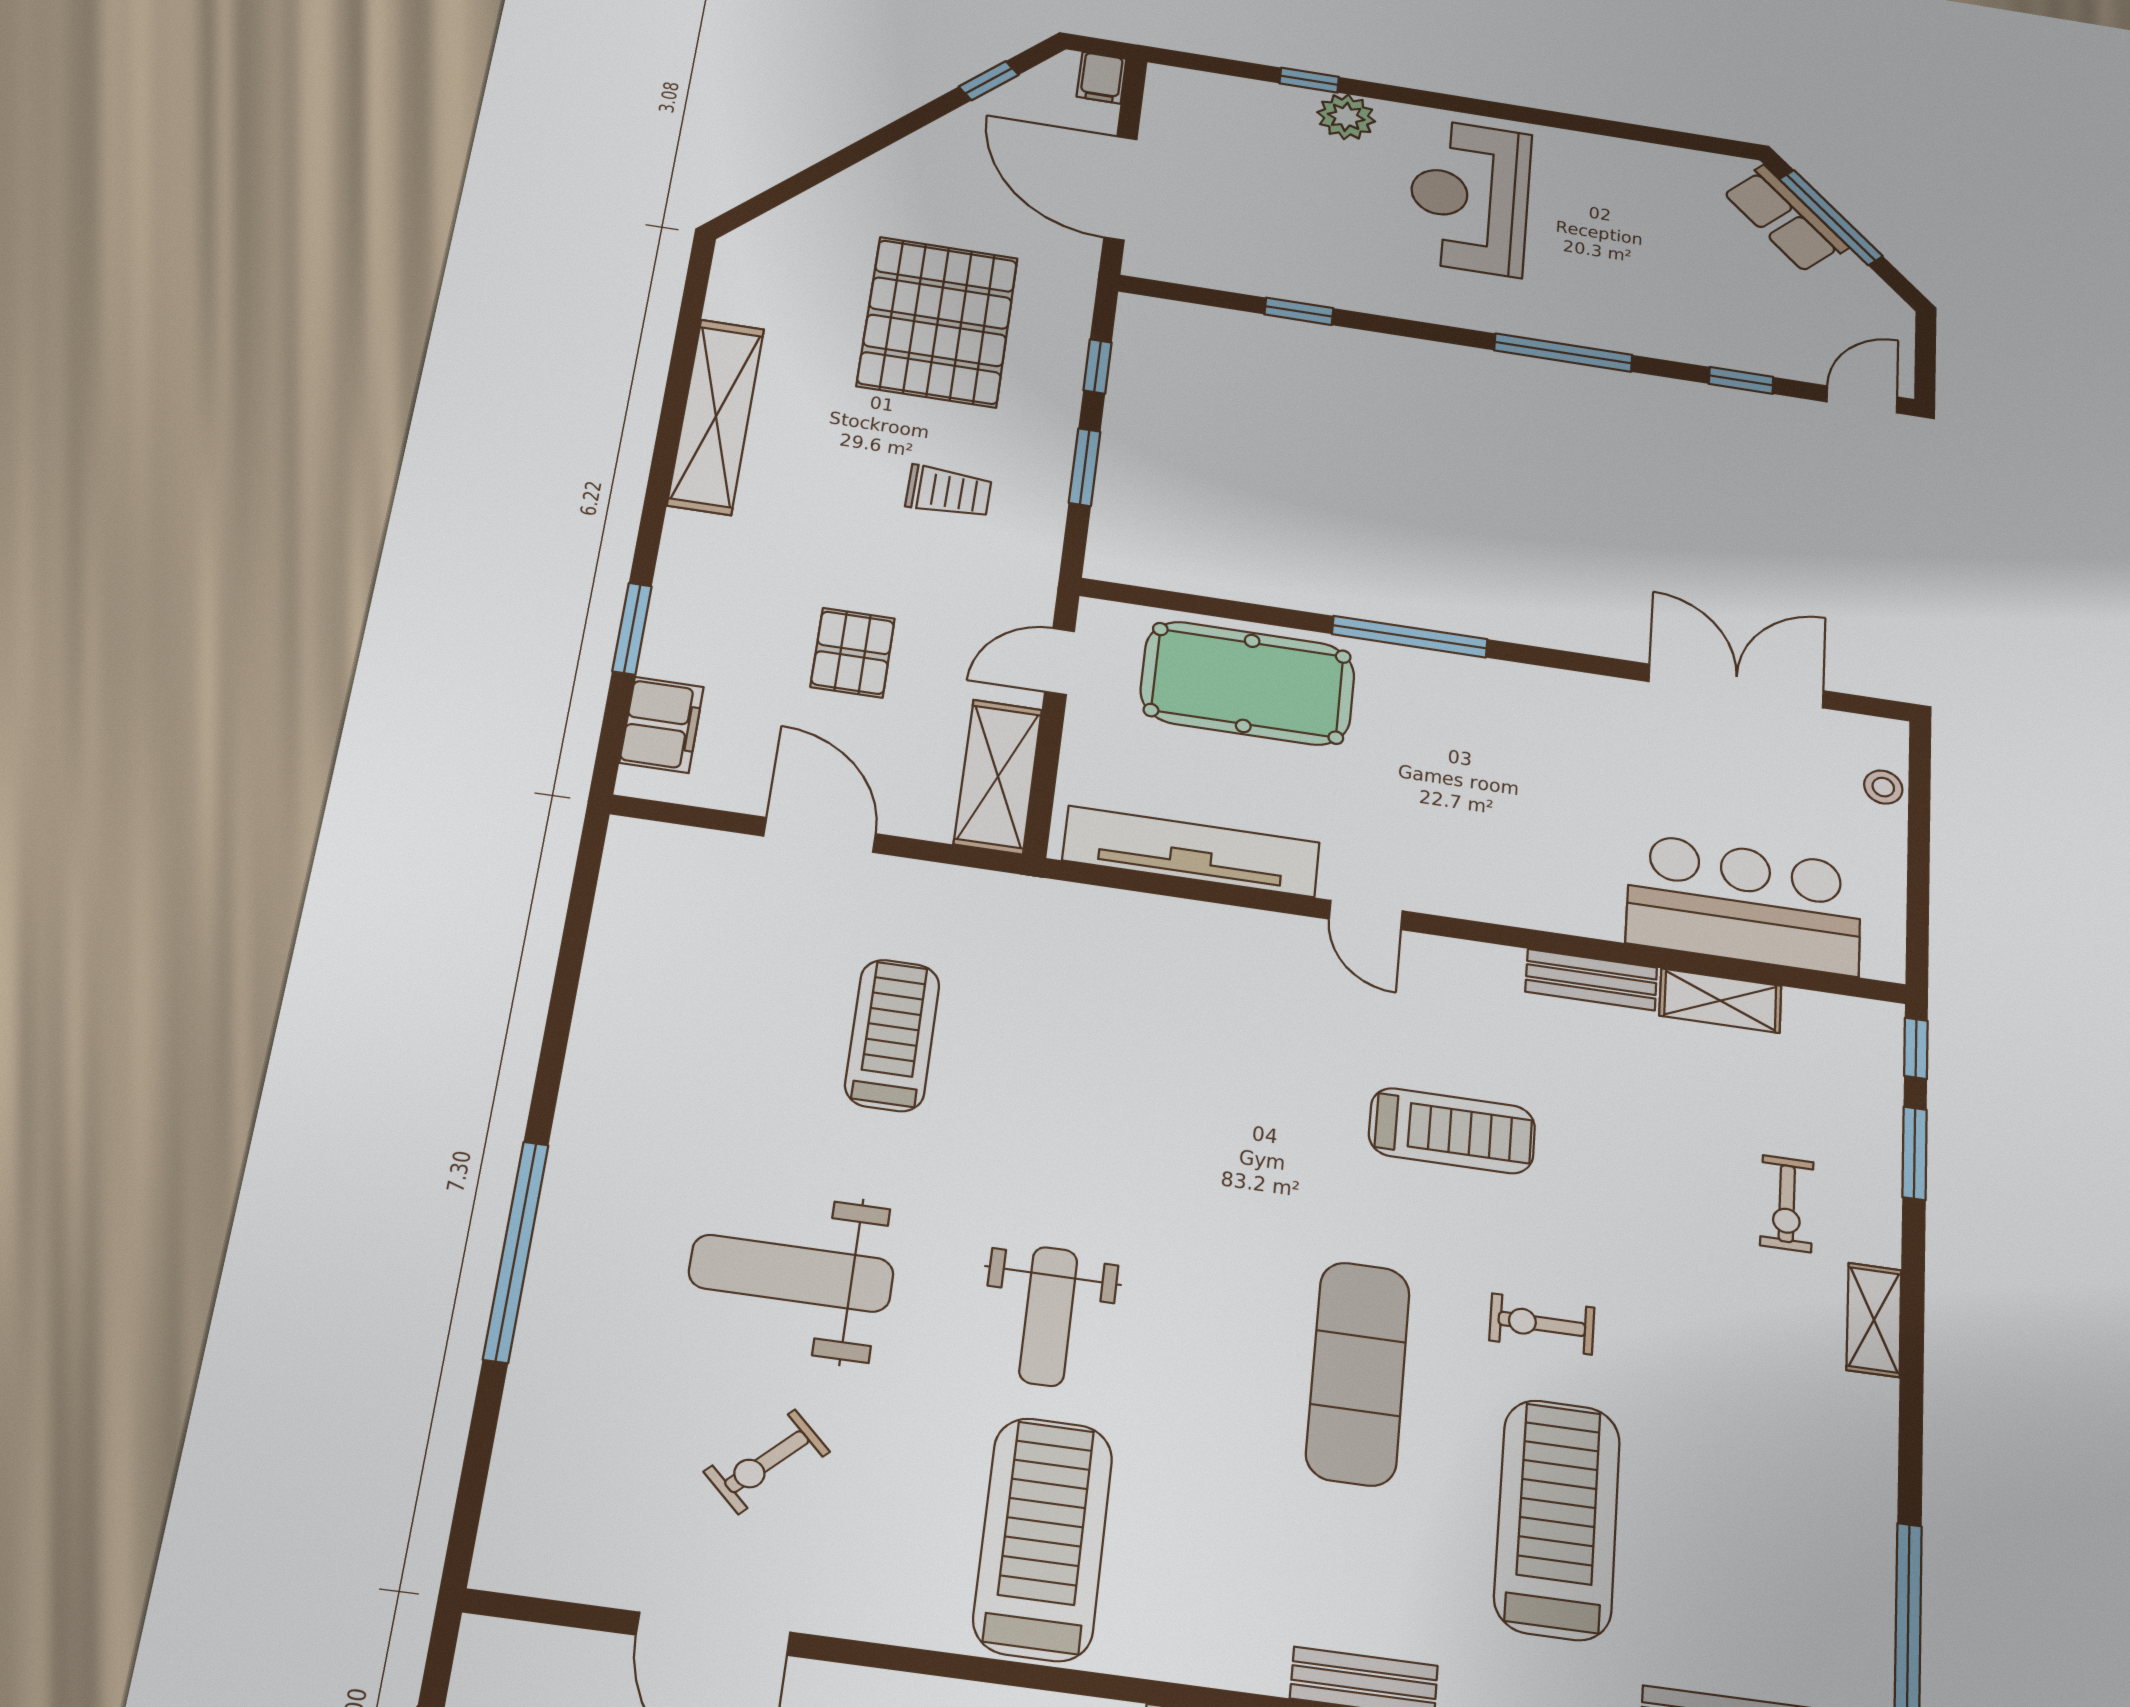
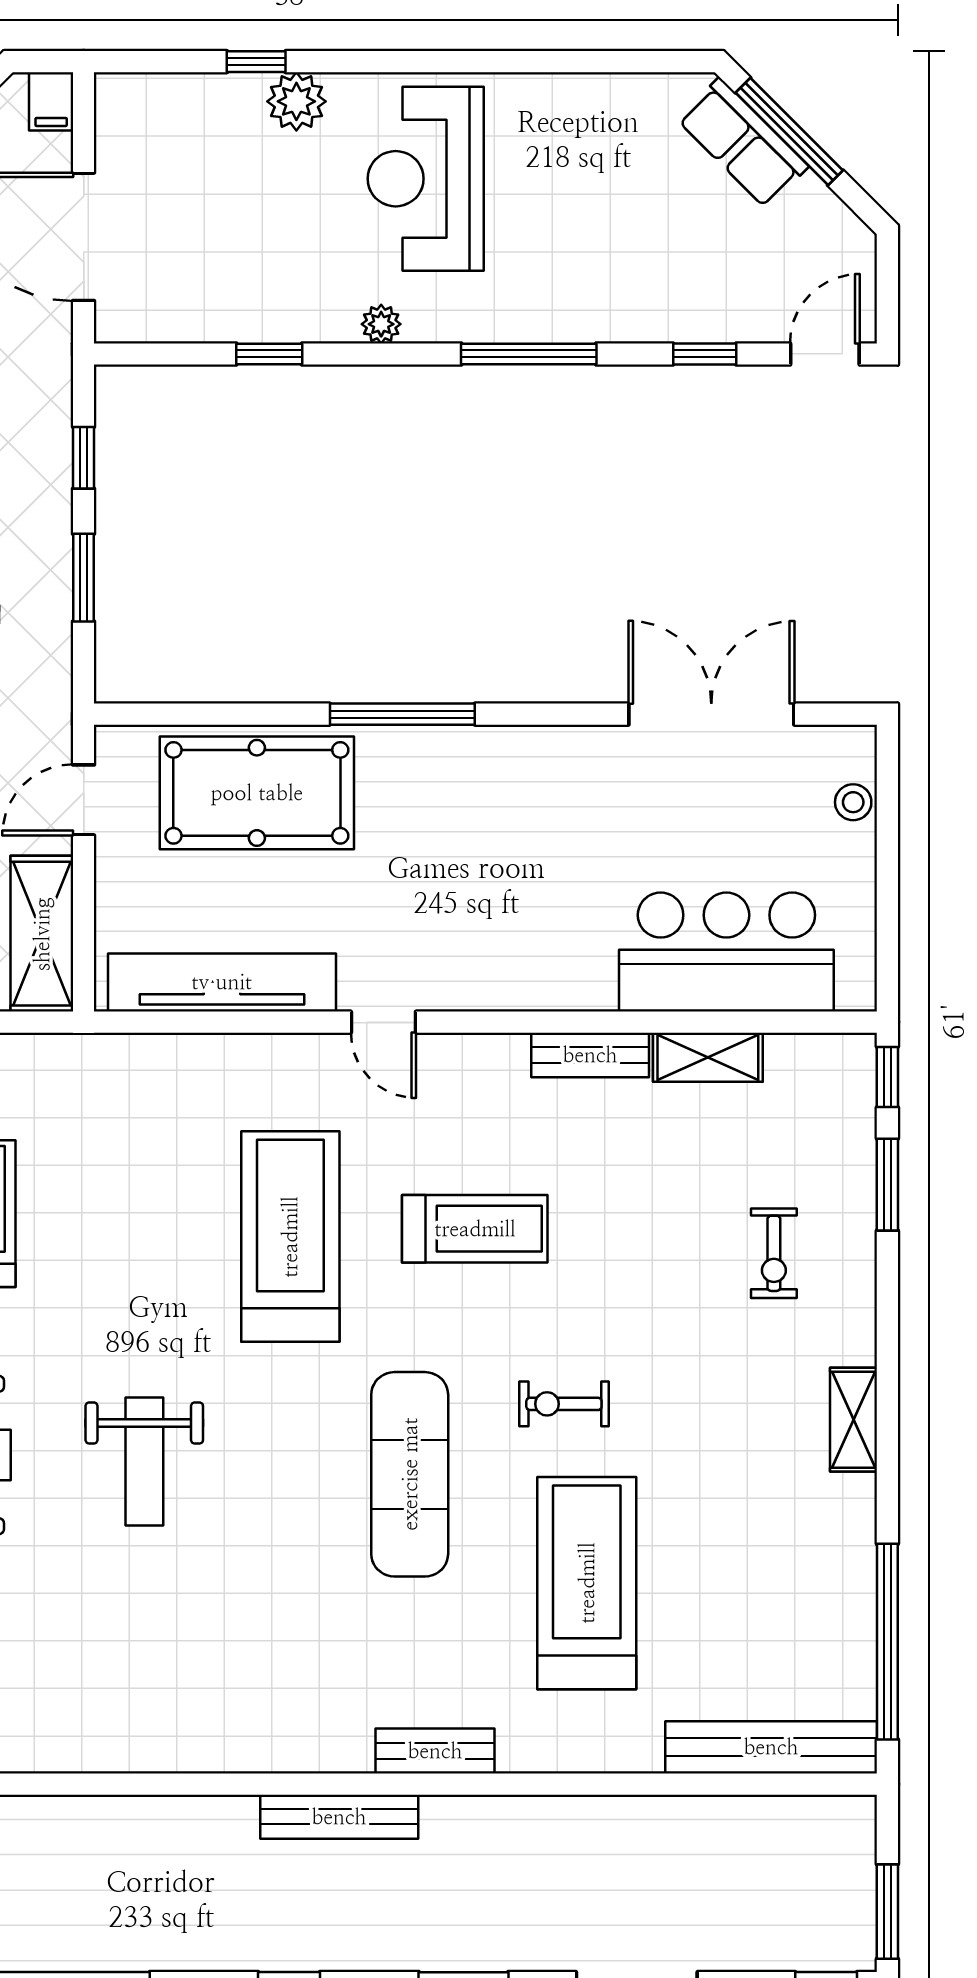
plant: (1415, 305) -> (381, 324), added
shelving: (1874, 1320) -> (854, 1420), moved
treadmill: (1043, 1538) -> (290, 1237), moved

